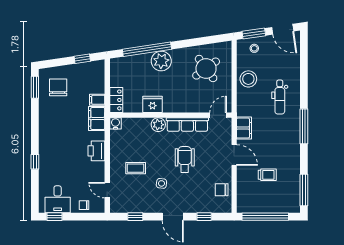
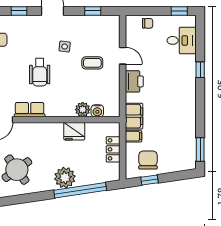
chair: (58, 87) -> (148, 160), moved, turned 180
locker: (116, 100) -> (113, 149), moved
water cooler: (115, 123) -> (97, 111), moved
row of seats: (187, 124) -> (30, 110), width x0.68
plant: (158, 125) -> (83, 110), moved
door: (107, 190) -> (123, 56), moved
desk: (58, 199) -> (182, 40), moved, turned 90

